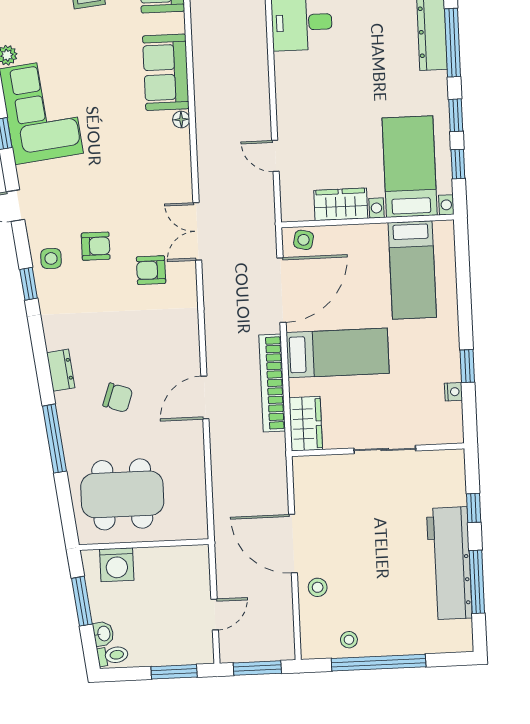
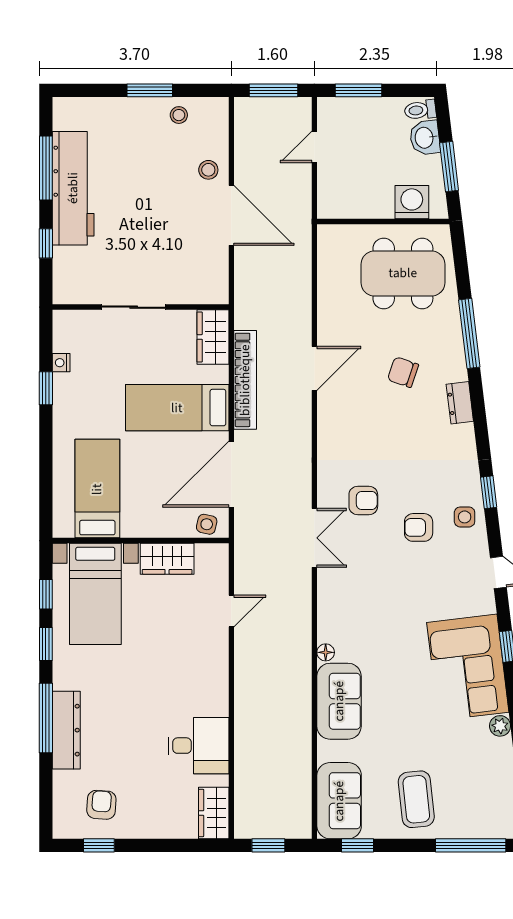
door: (275, 156) -> (231, 611), hinge flipped
washbasin: (103, 634) -> (425, 138), width x1.38, depth x1.45
window: (379, 663) -> (150, 90), width x0.47

